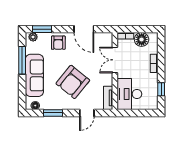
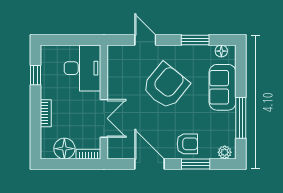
window: (42, 29) -> (196, 164), moved
armchair: (58, 43) -> (187, 144), turned 90
sofa: (34, 75) -> (223, 87), width x0.73
tv unit: (108, 98) -> (114, 62), removed
door: (87, 113) -> (145, 40), hinge flipped

